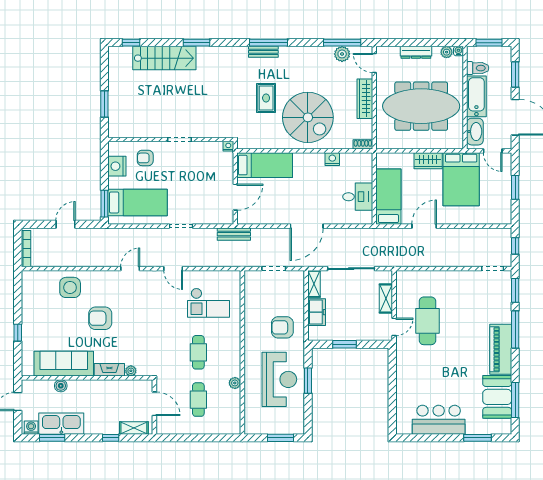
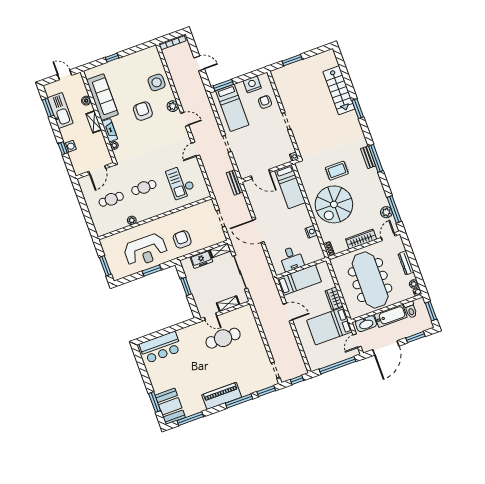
window: (131, 43) -> (341, 63), removed
window: (515, 187) -> (337, 365), width x2.11
plant: (108, 278) -> (173, 106), added
booth: (497, 397) -> (170, 406), moved, turned 90
bar counter: (439, 420) -> (161, 347), moved, turned 90
washing machine: (31, 428) -> (70, 146), moved
shelving: (134, 428) -> (94, 122), moved

